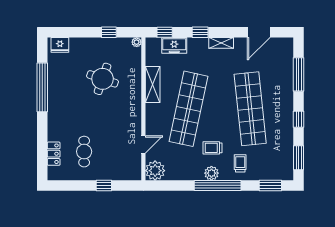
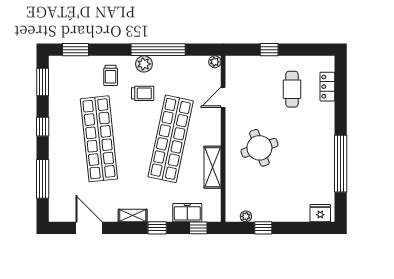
door: (259, 32) -> (89, 228), hinge flipped
plant: (137, 42) -> (246, 216), moved
round table: (103, 79) -> (259, 148), moved, turned -38
plant: (155, 171) -> (215, 62), width x0.53, depth x0.53
window: (218, 185) -> (158, 50), moved

